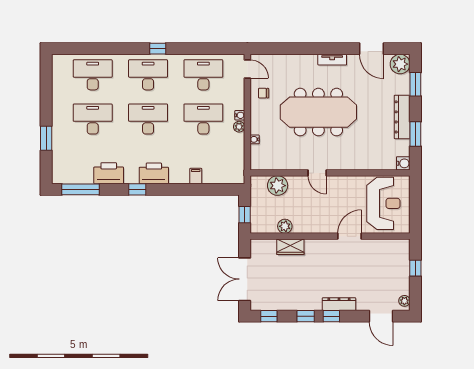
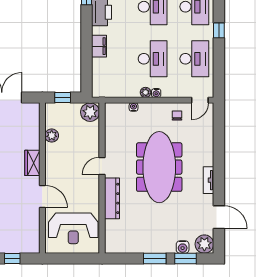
window: (158, 49) -> (219, 30), moved
door: (371, 49) -> (219, 217), swing flipped
dresser: (402, 117) -> (112, 198), moved, turned 90
window: (415, 134) -> (155, 259), moved
water cooler: (403, 163) -> (183, 247), moved
filing cabinet: (196, 176) -> (99, 46), width x2.00
plant: (278, 186) -> (90, 112), moved
wardrobe: (290, 247) -> (32, 163), moved

